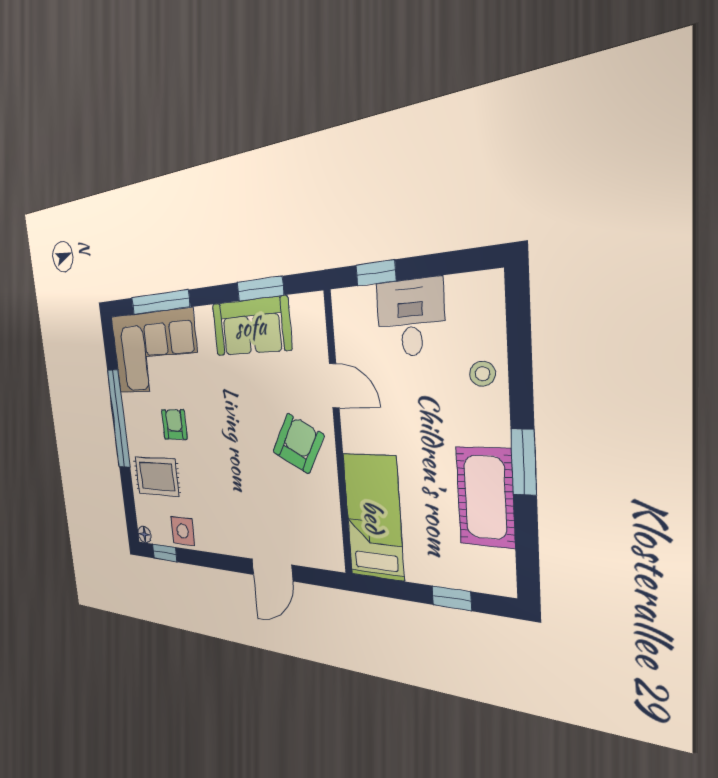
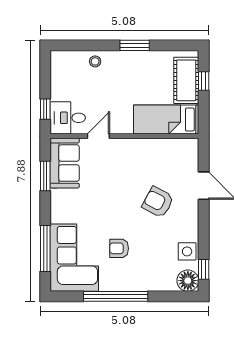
desk: (411, 318) -> (68, 118), moved
sofa: (251, 327) -> (65, 163), moved
armchair: (298, 443) -> (158, 202), moved
rug: (157, 476) -> (153, 268), removed
cot: (485, 497) -> (186, 80), moved, turned 90
floor lamp: (144, 534) -> (188, 281), width x1.89, depth x1.89

